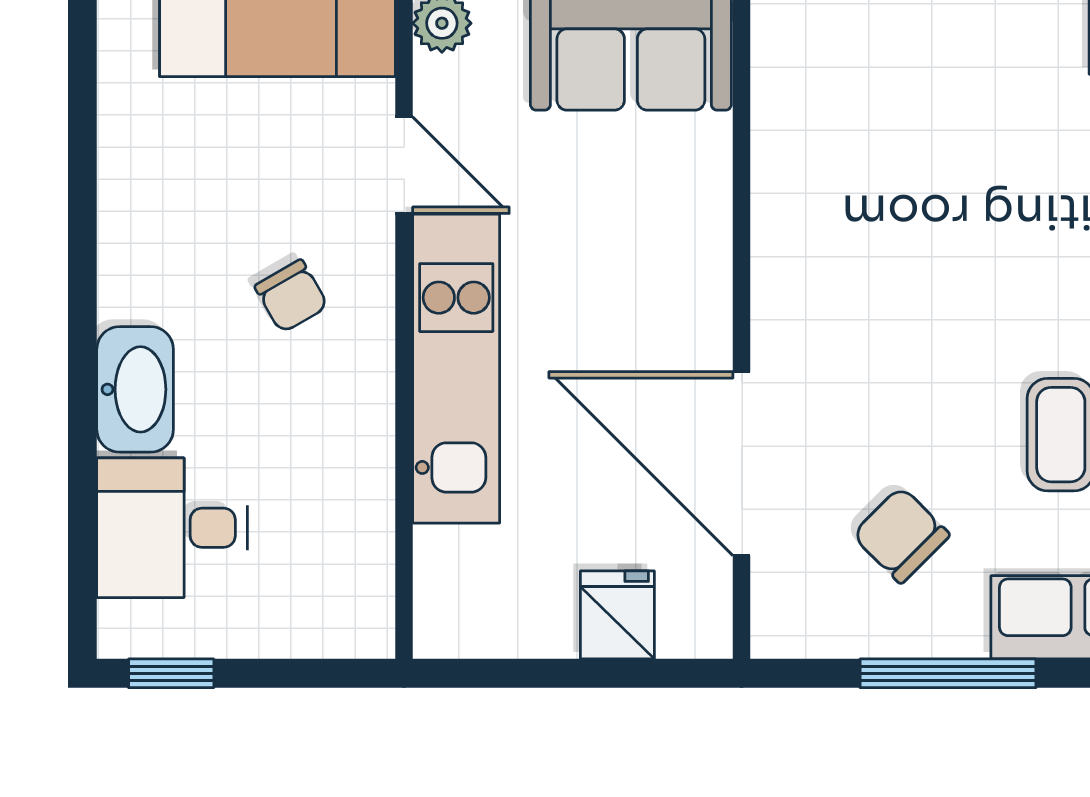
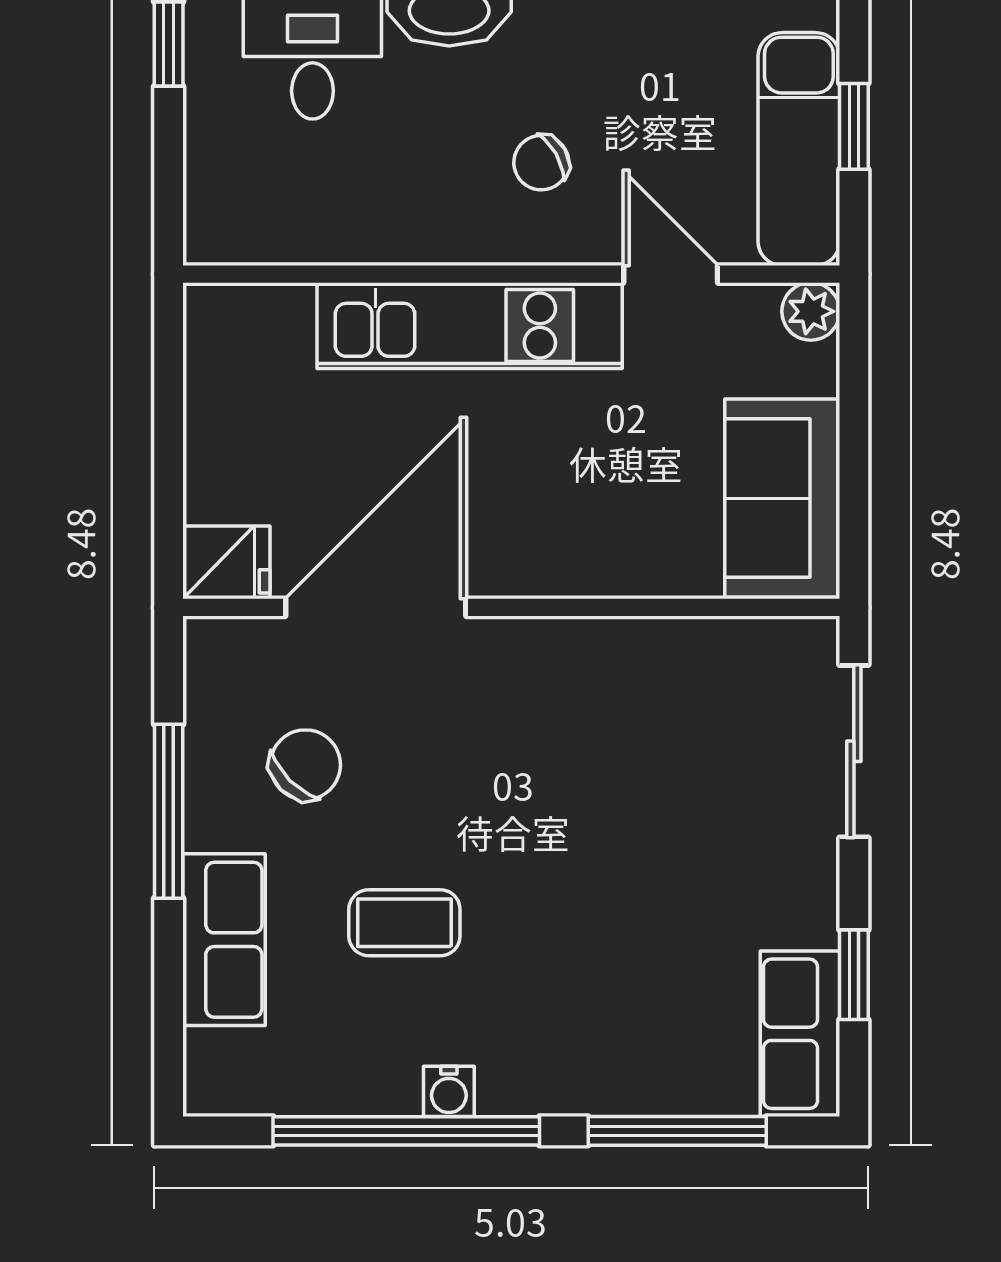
door: (404, 165) -> (671, 274), swing flipped
fridge: (617, 615) -> (226, 562), moved

